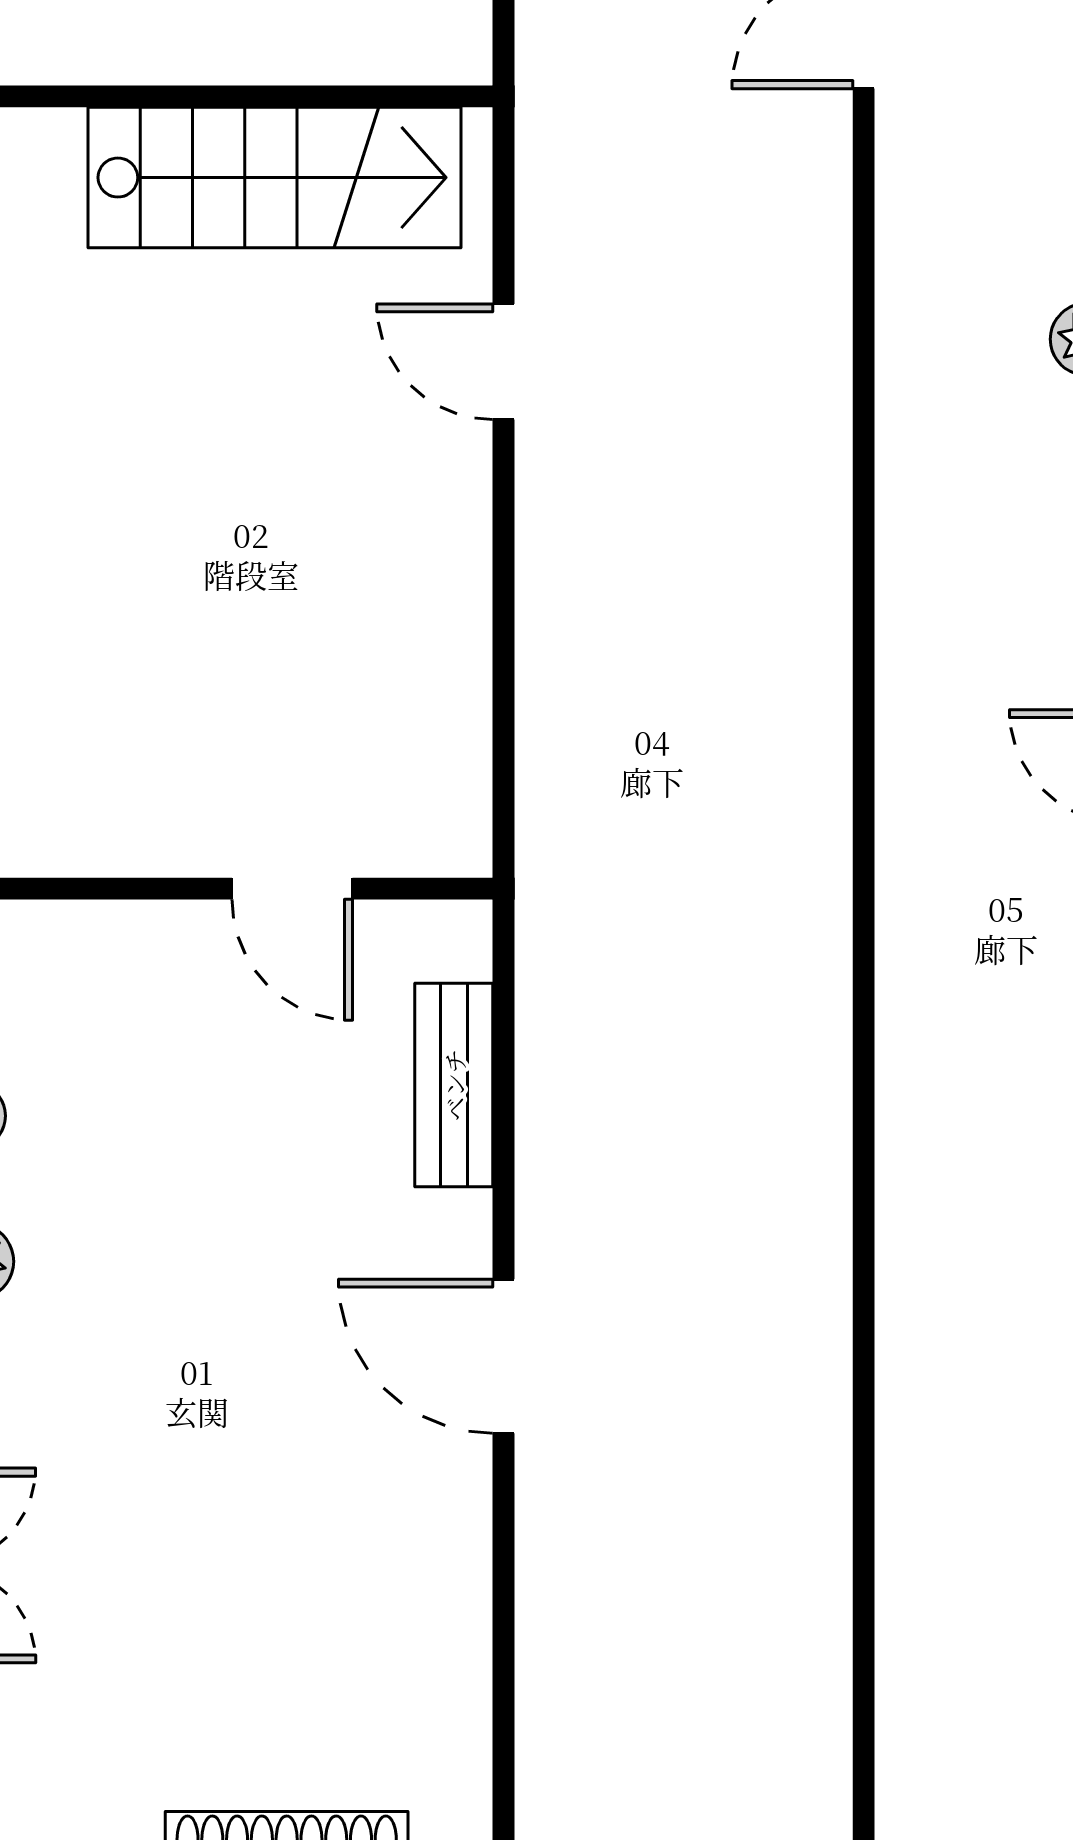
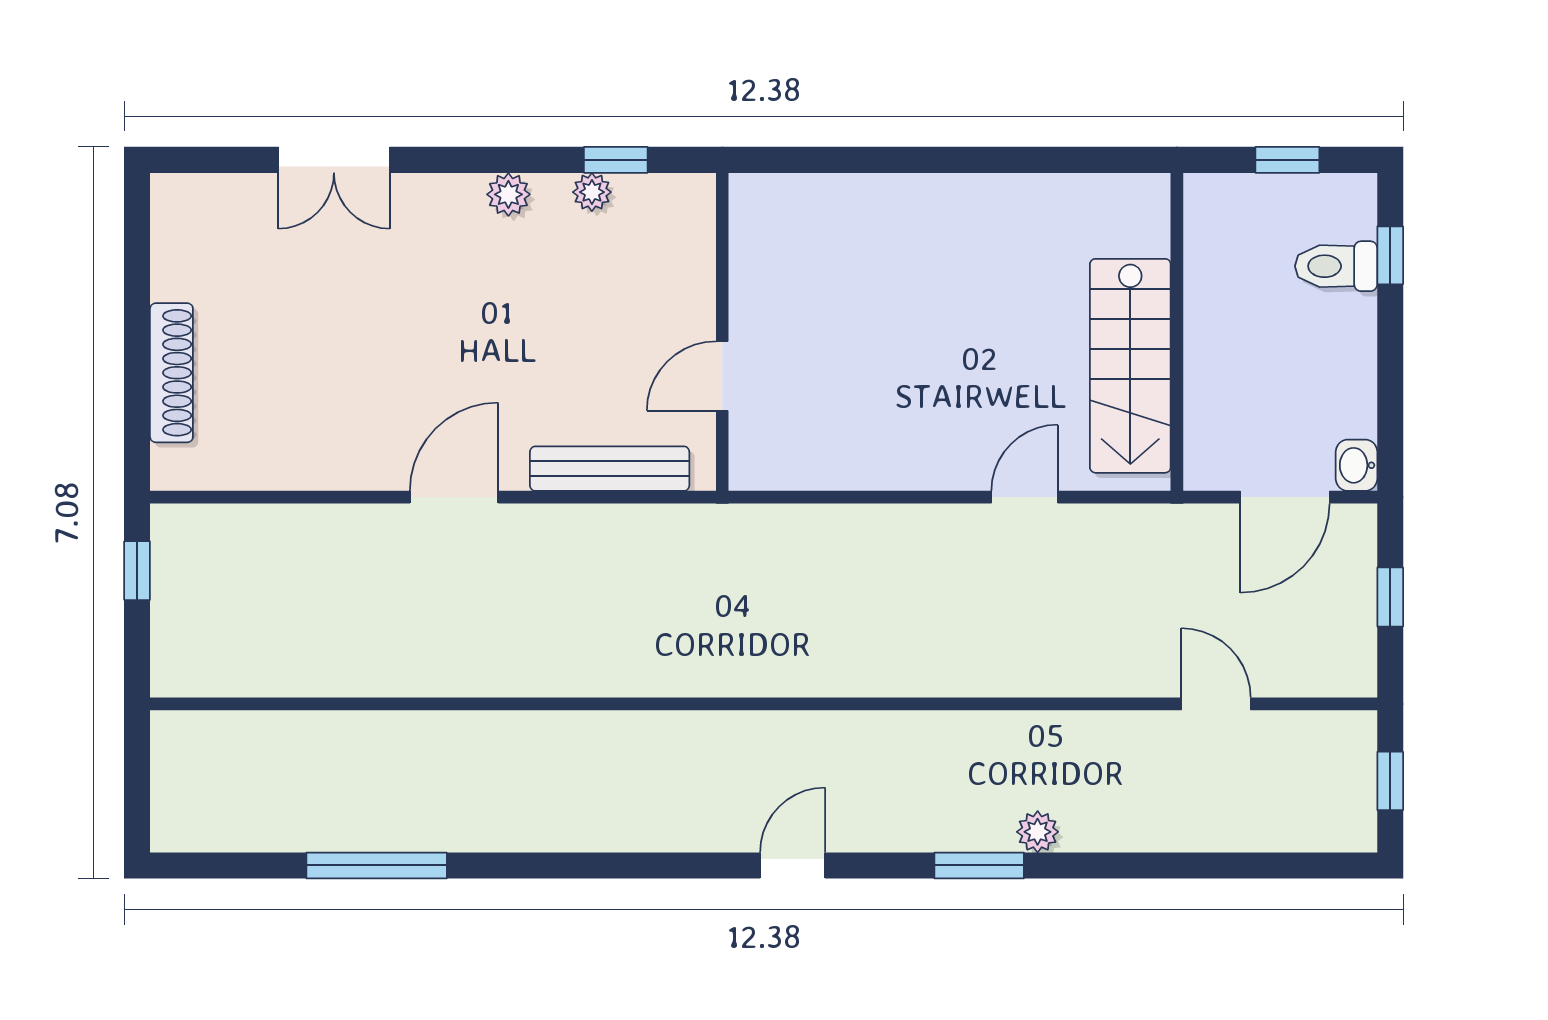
bench: (454, 1085) -> (610, 469), width x1.36

